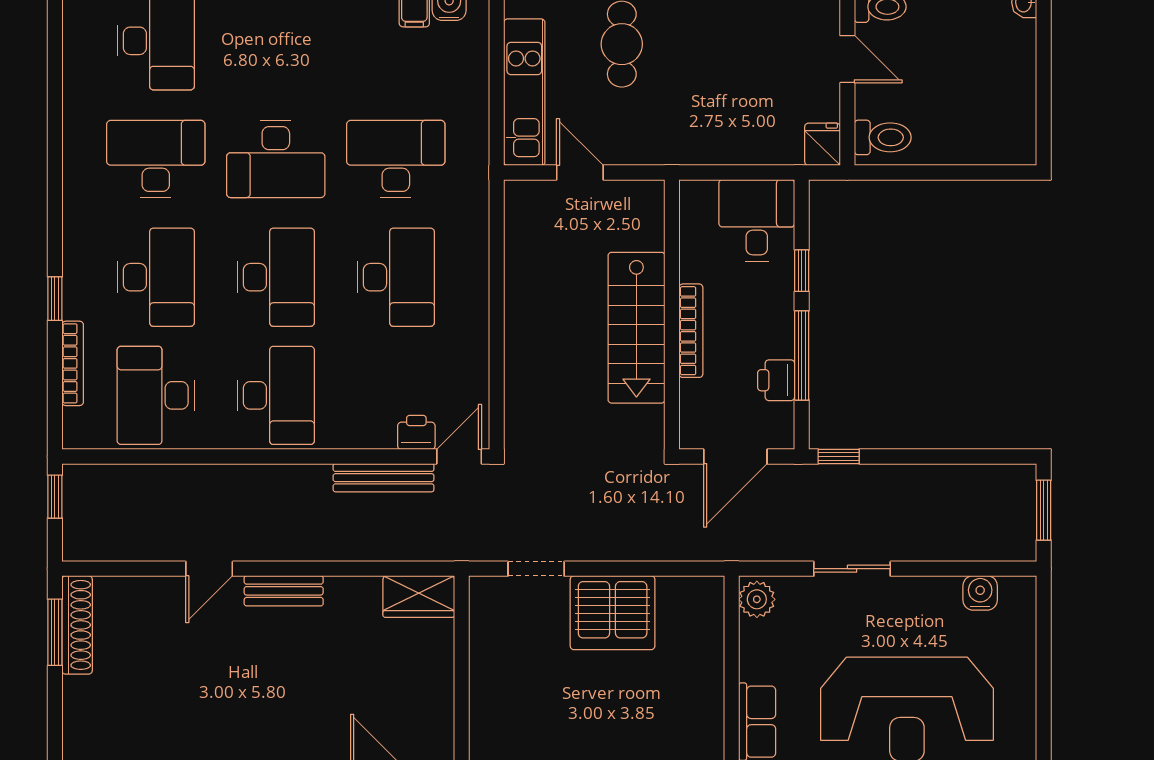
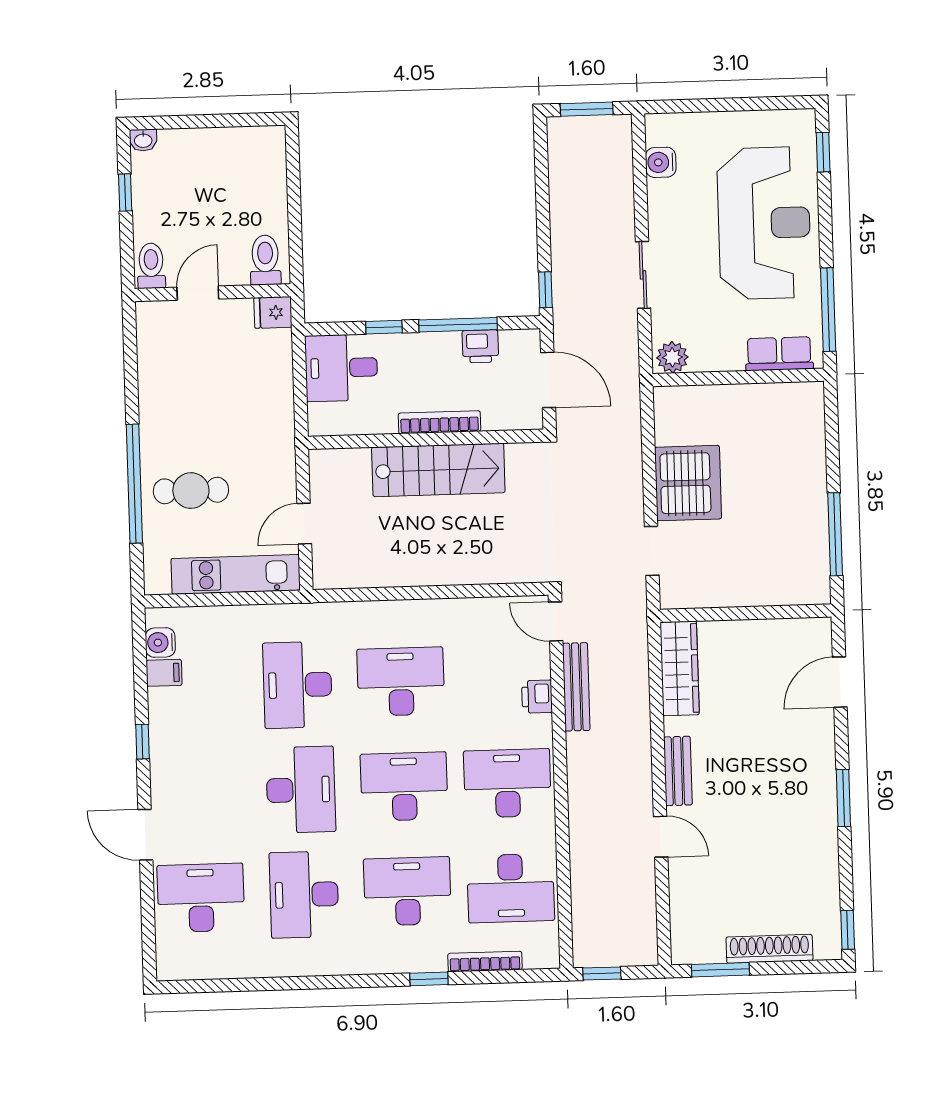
printer: (416, 432) -> (537, 697), moved
wardrobe: (419, 596) -> (680, 668), width x1.50
shoe rack: (77, 625) -> (769, 949), moved

